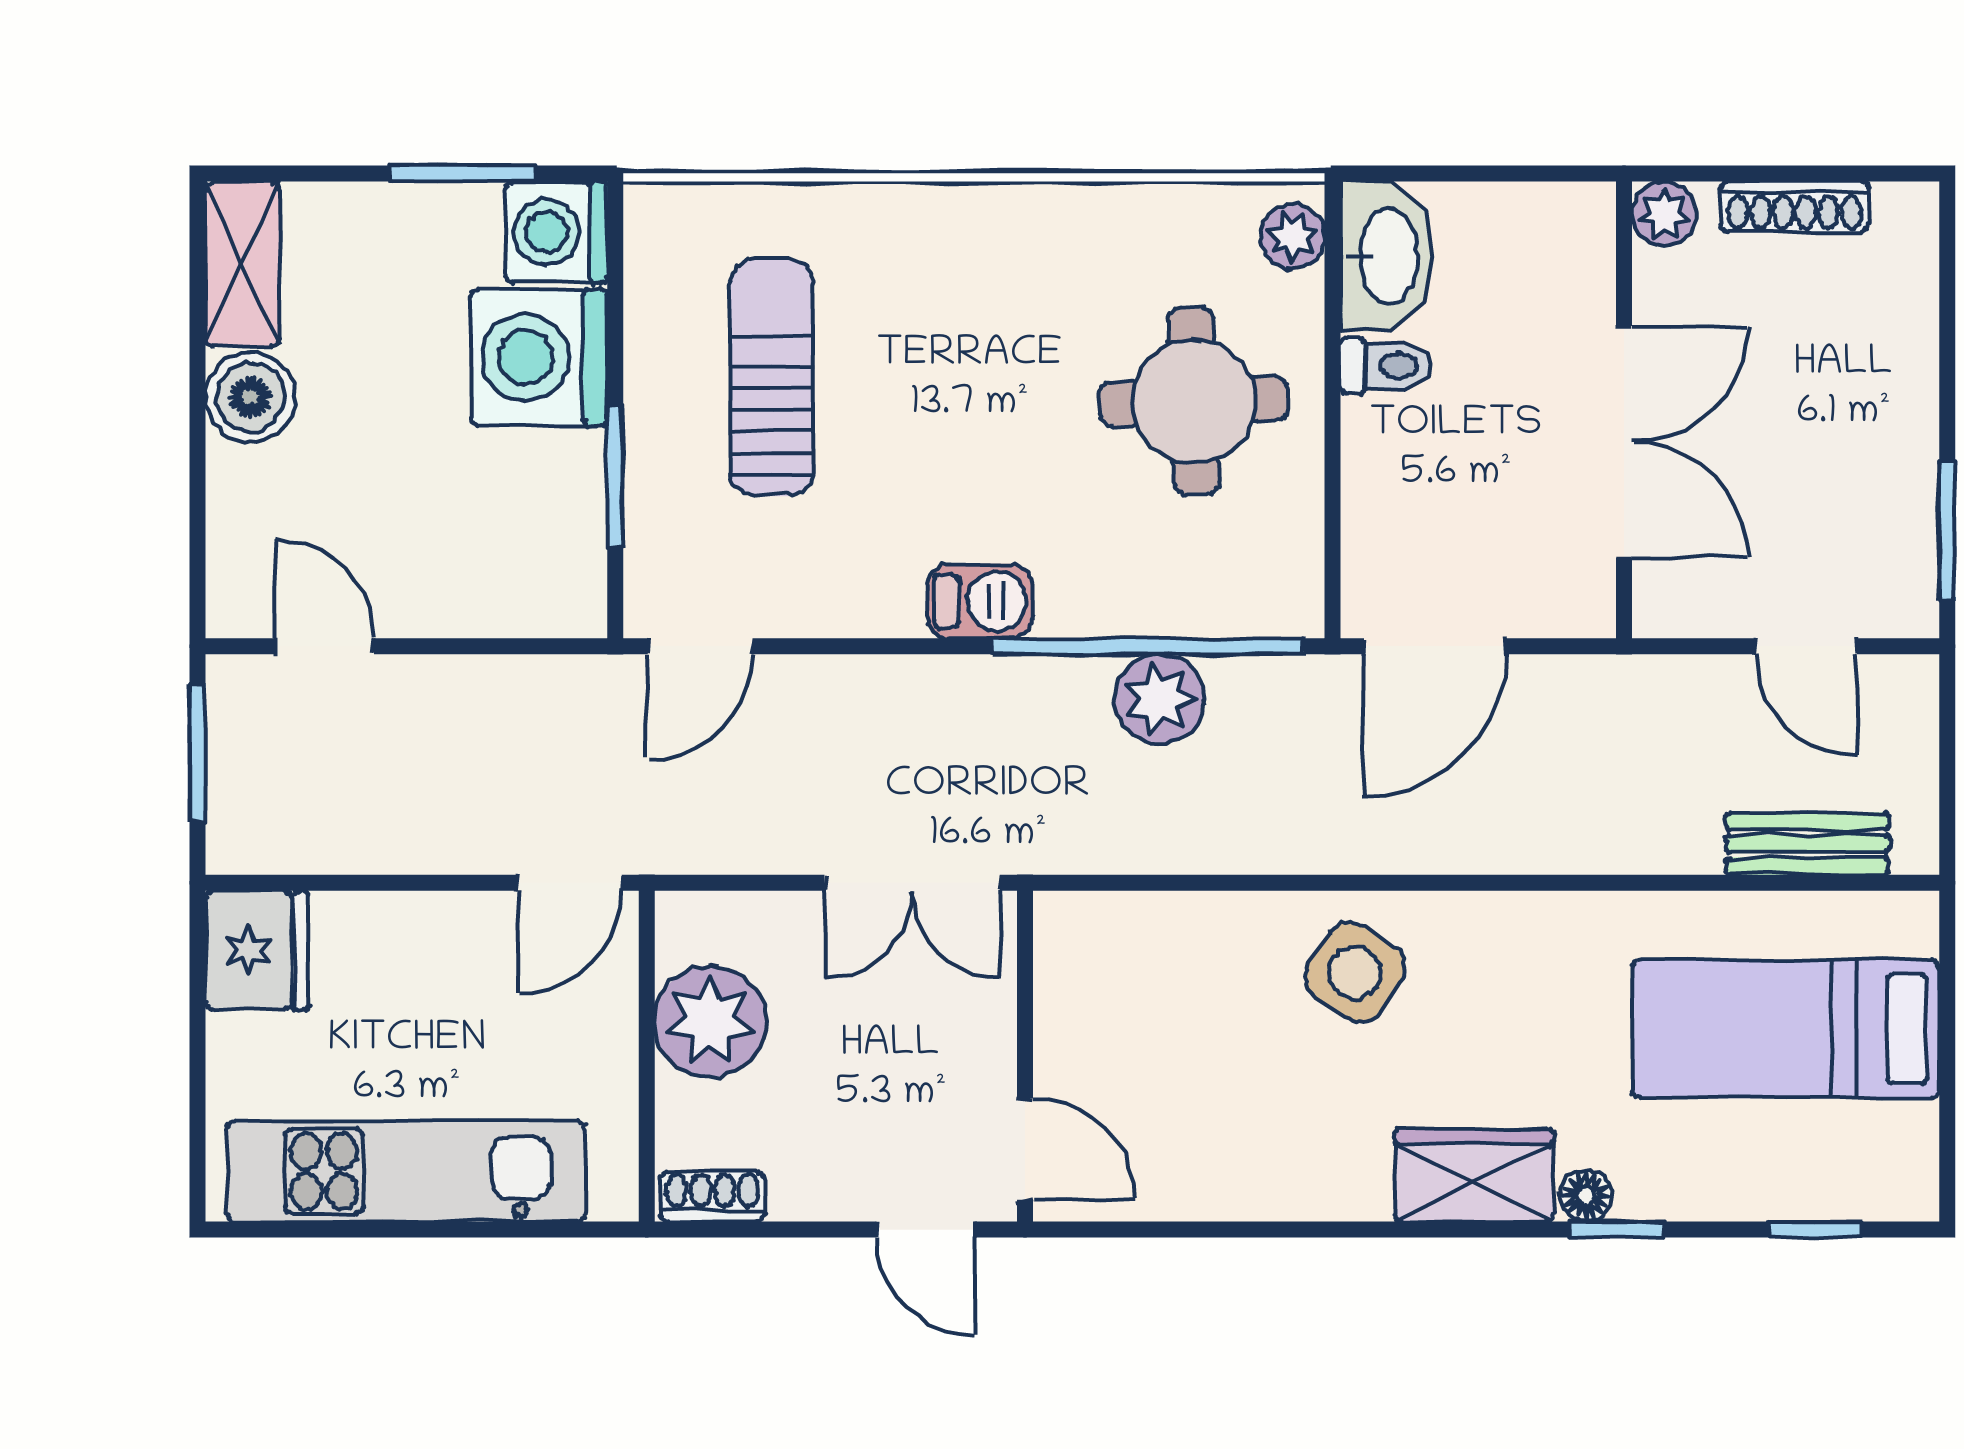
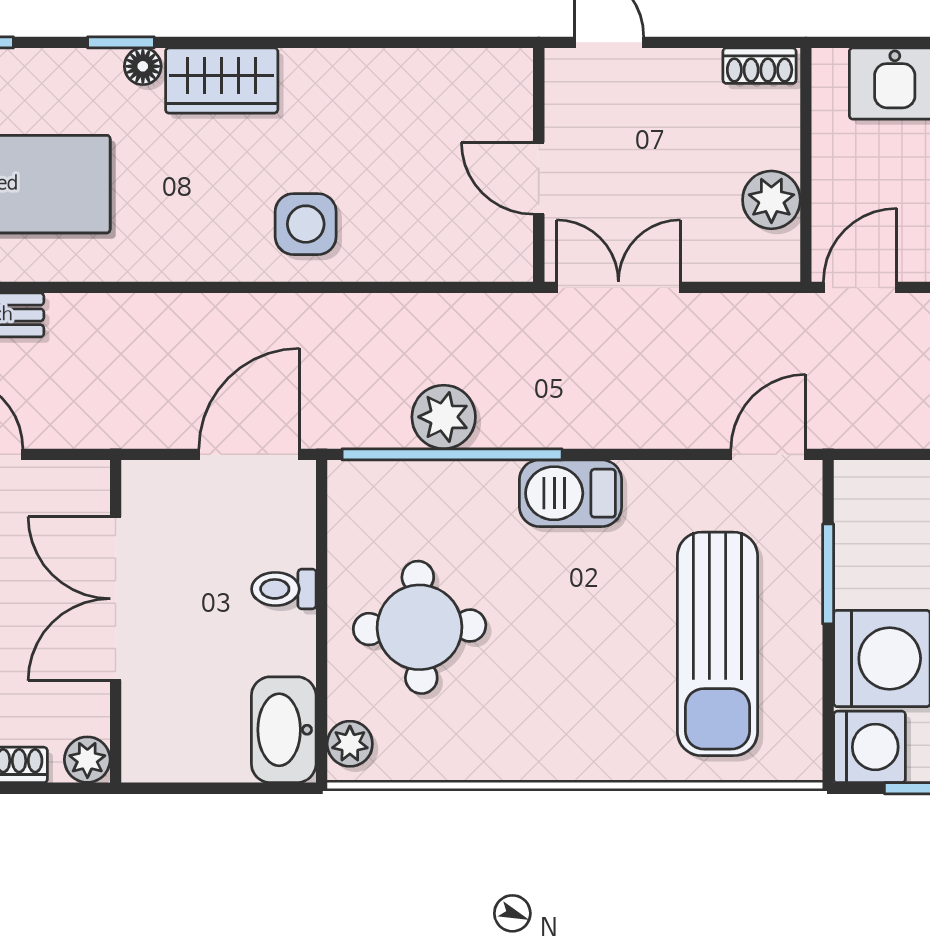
toilet: (1386, 366) -> (284, 589), moved
sun lounger: (772, 378) -> (718, 644), width x1.36, depth x1.34
barbecue: (980, 601) -> (571, 493), width x1.38, depth x1.27
side table: (1355, 972) -> (306, 224), turned -34
plant: (710, 1021) -> (771, 200), width x0.73, depth x0.73
door: (1025, 1149) -> (539, 178), moved

